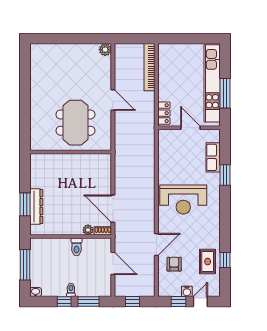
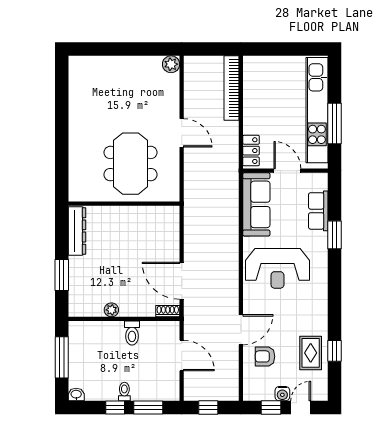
sofa: (168, 153) -> (256, 204), added
dresser: (36, 206) -> (77, 231), moved
plant: (88, 230) -> (111, 310), moved
armchair: (174, 264) -> (265, 356), turned -90

